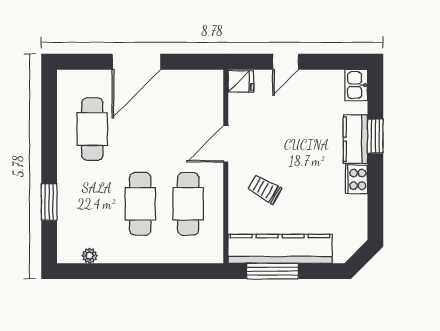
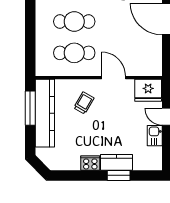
fridge: (241, 81) -> (148, 90), width x1.88, depth x1.34
kitchen sink: (356, 85) -> (155, 136), moved, turned -90

